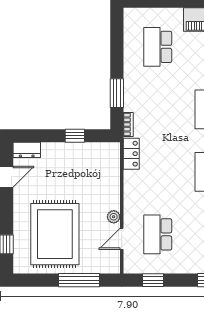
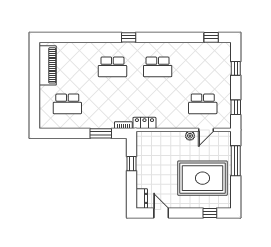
door: (122, 239) -> (206, 130), hinge flipped

